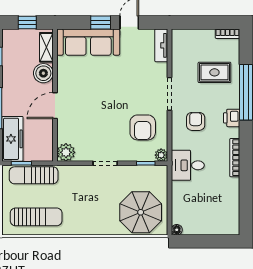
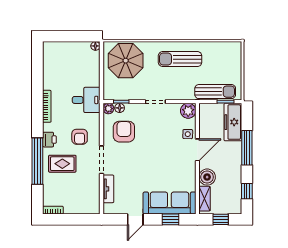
window: (101, 22) -> (170, 219), moved
tv unit: (161, 45) -> (108, 189), moved
rug: (214, 72) -> (62, 164), moved
side table: (66, 125) -> (188, 134), added
floor lamp: (148, 156) -> (120, 108), added
sun lounger: (36, 217) -> (180, 59), moved

